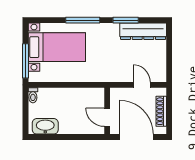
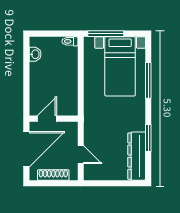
window: (83, 20) -> (148, 80), moved
door: (142, 85) -> (81, 155), hinge flipped
washbasin: (45, 126) -> (35, 54), width x0.52, depth x0.69

